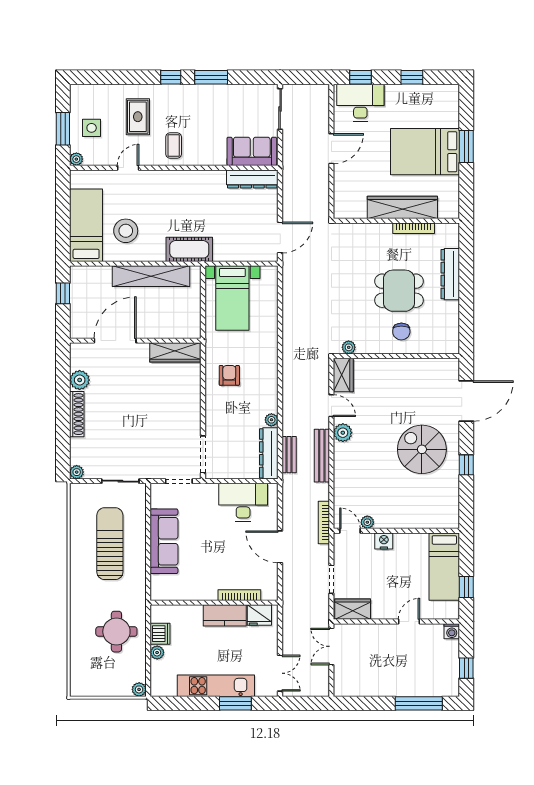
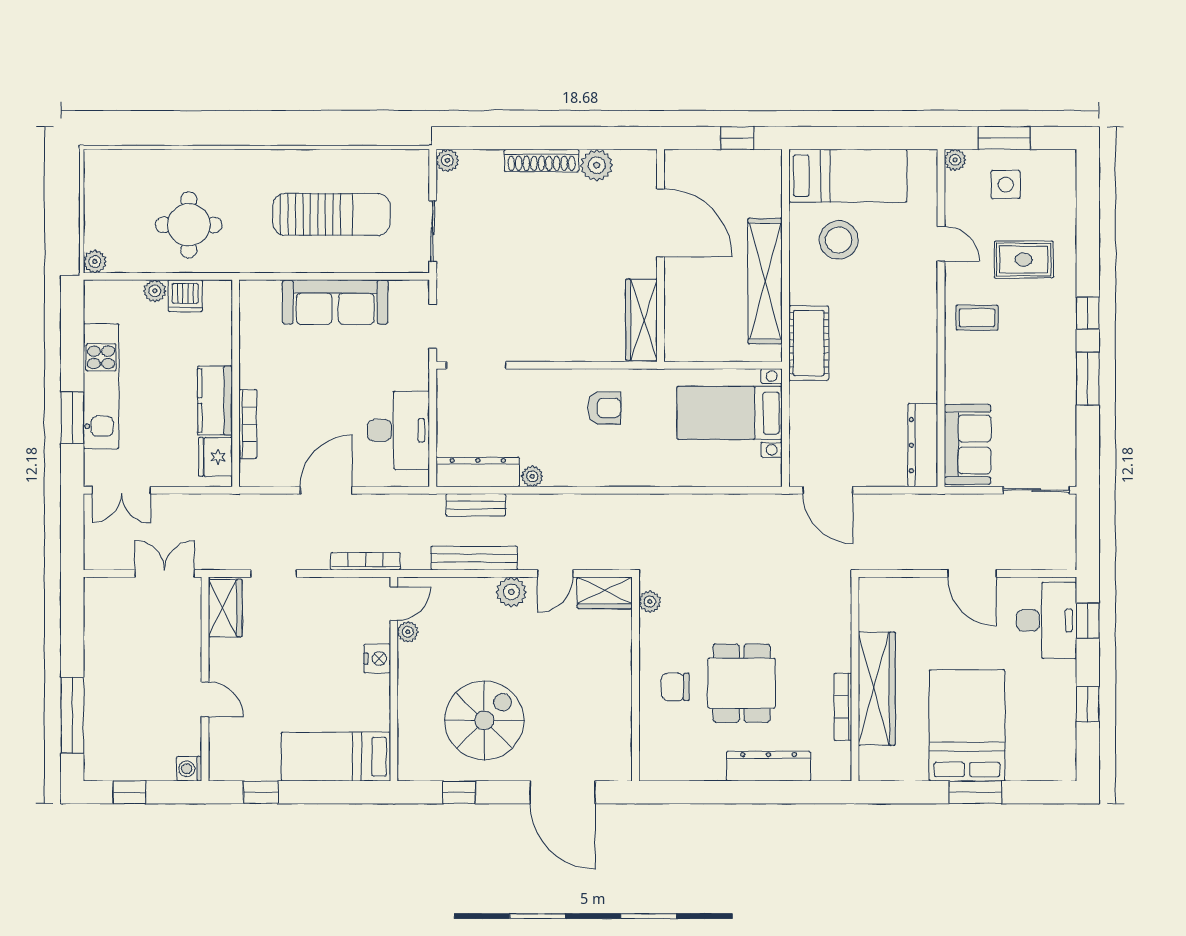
plant: (367, 522) -> (408, 632), moved
door: (350, 531) -> (394, 604), moved
wall: (396, 531) -> (394, 679), moved
nightstand: (384, 541) -> (377, 659), moved
bed: (444, 567) -> (336, 757), moved

